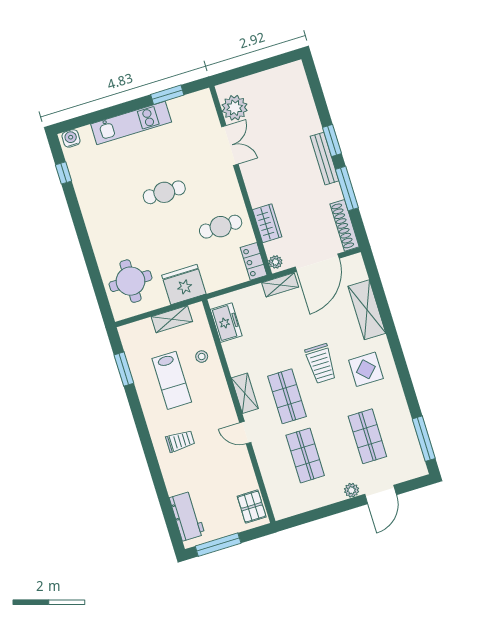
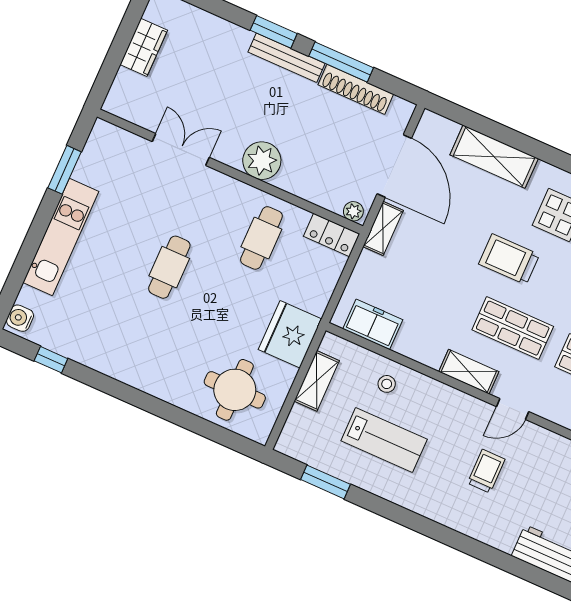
plant: (235, 108) -> (262, 161), moved
wardrobe: (267, 223) -> (144, 47), moved, turned 90
shoe rack: (345, 225) -> (356, 89), moved
trolley: (321, 363) -> (509, 259), turned 180
trolley: (180, 441) -> (486, 471), moved

